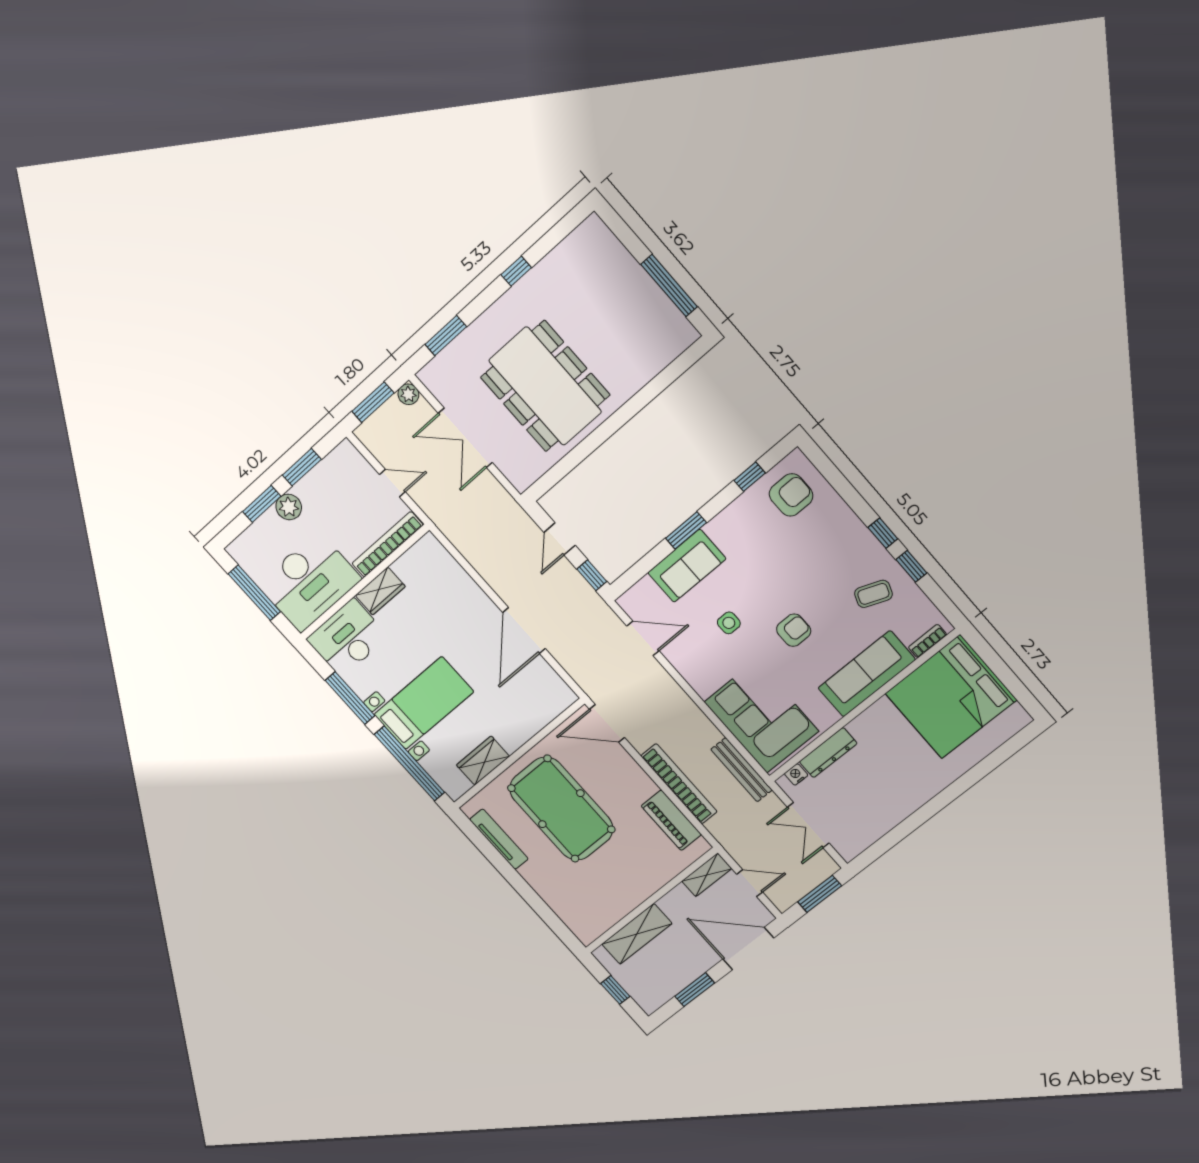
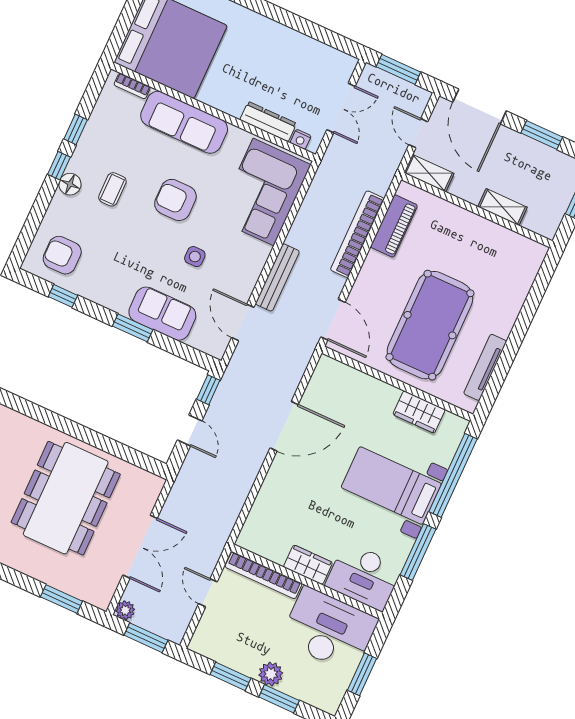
floor lamp: (859, 535) -> (70, 184), added
door: (560, 539) -> (190, 430), hinge flipped
window: (254, 593) -> (362, 674), width x0.69
coffee table: (873, 594) -> (112, 189), moved, turned 69
armchair: (794, 630) -> (175, 200), width x1.38, depth x1.38
bench: (742, 770) -> (277, 278), moved
shelving: (637, 934) -> (503, 207), width x0.67, depth x0.75

